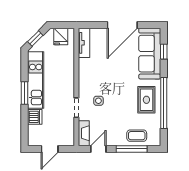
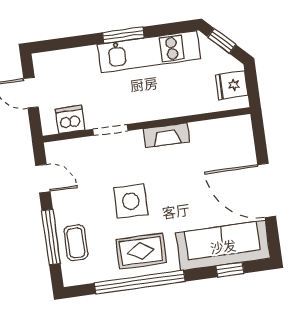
tv unit: (84, 43) -> (226, 127), removed
side table: (98, 101) -> (131, 201), moved, width x1.87, depth x1.87
dishwasher: (35, 117) -> (70, 119), moved, turned 180
fireplace: (84, 133) -> (166, 135), moved

